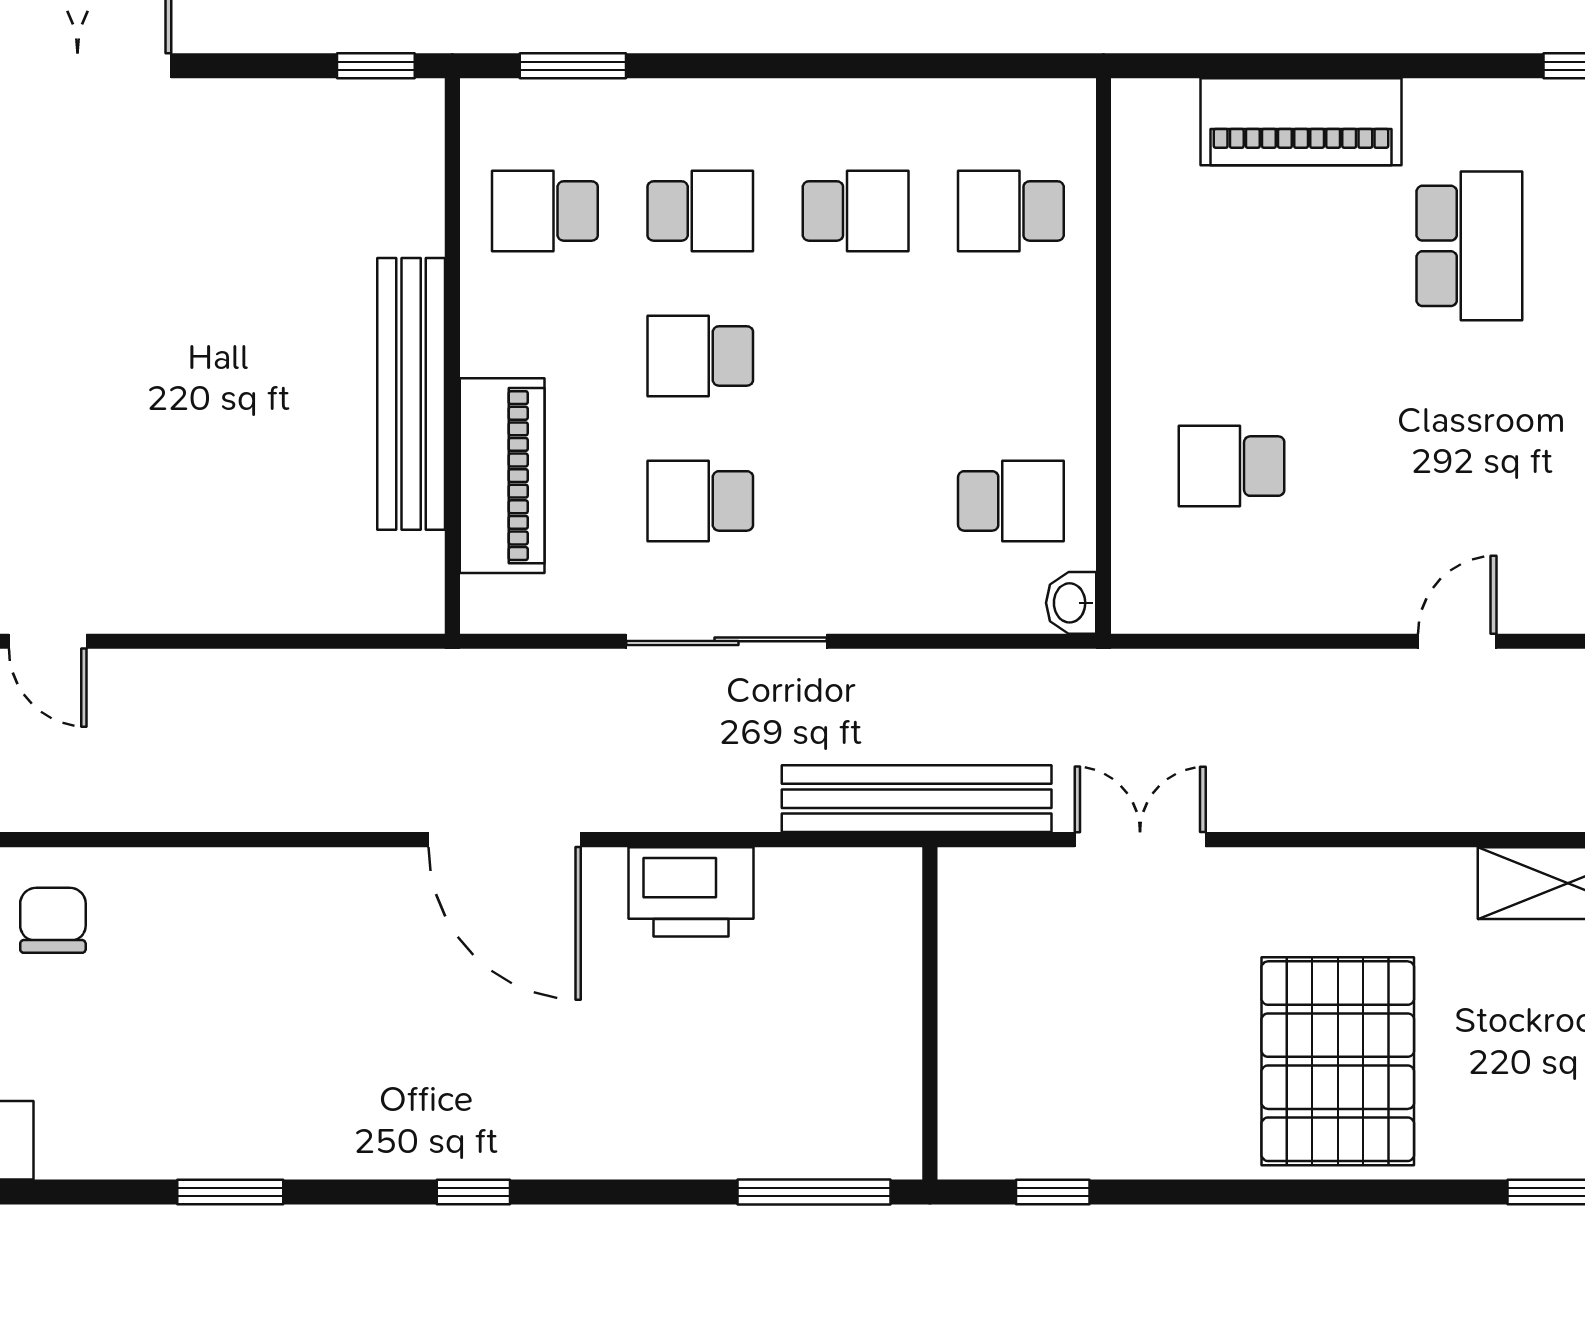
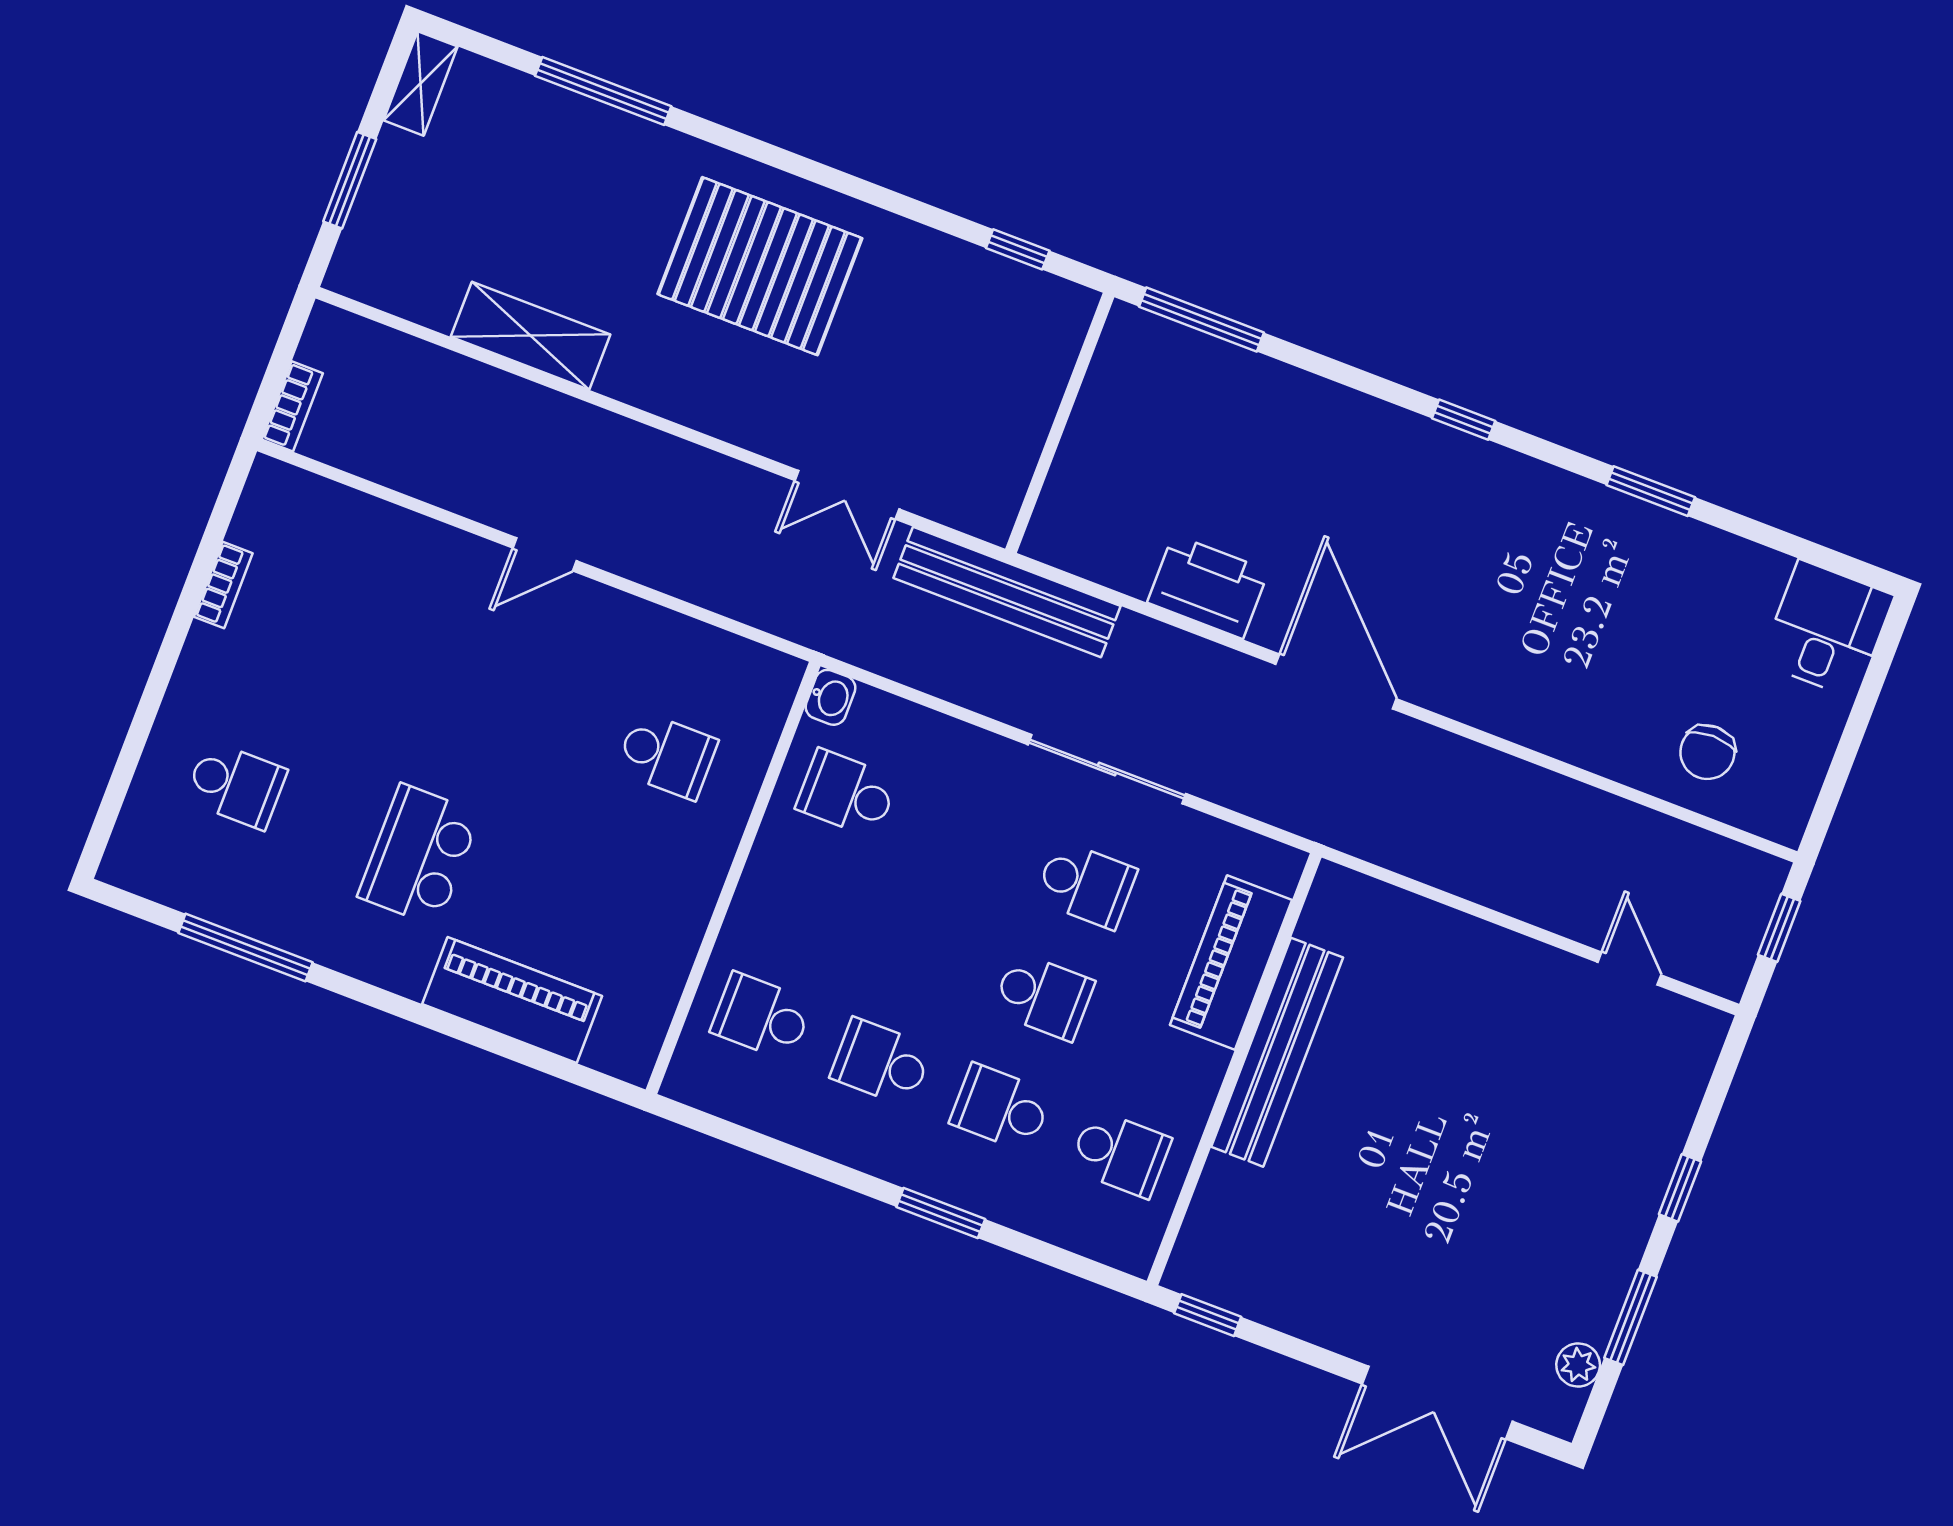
window: (573, 66) -> (941, 1213), moved
school desk: (1011, 211) -> (762, 1017), turned 180
pallet: (1338, 1061) -> (760, 266), turned 90

